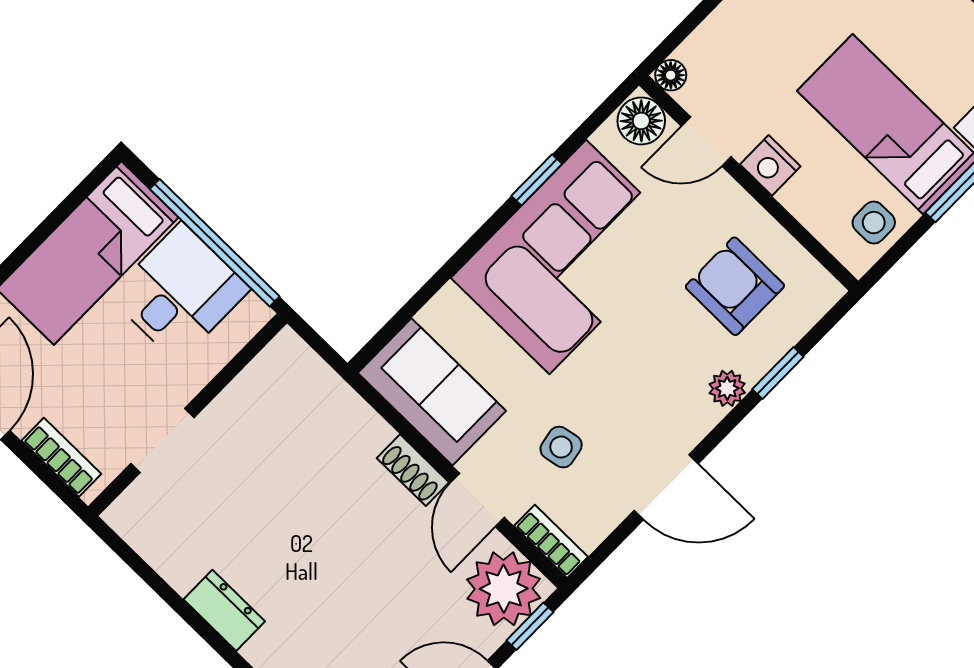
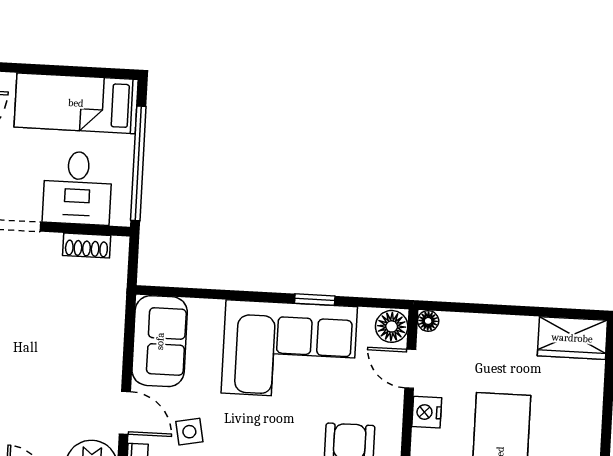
desk: (179, 292) -> (78, 188), moved, turned 90
shoe rack: (413, 470) -> (87, 245), moved, turned -90
door: (477, 500) -> (125, 413), swing flipped

